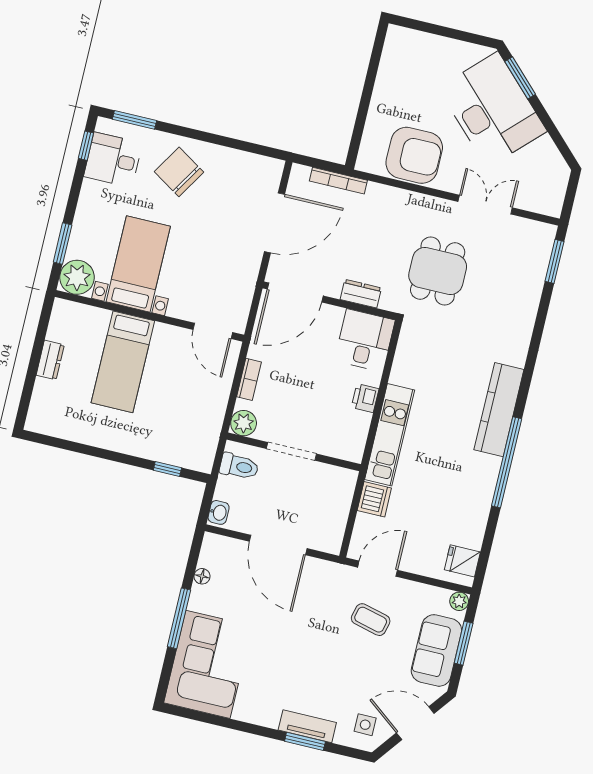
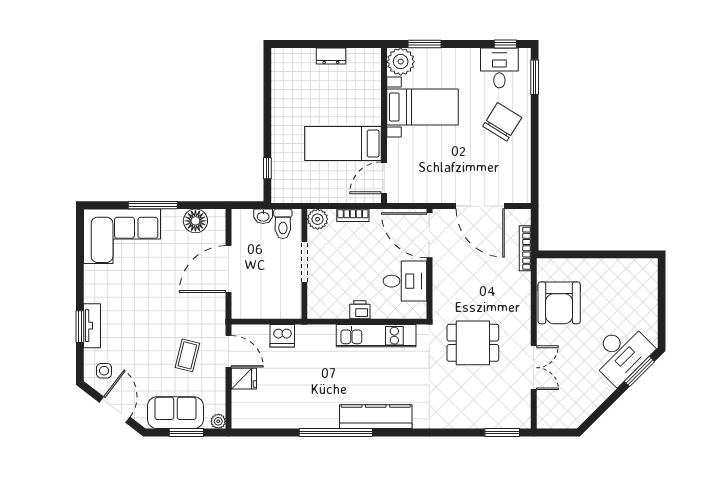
desk: (492, 110) -> (621, 353), width x0.73, depth x0.77
dresser: (361, 294) -> (441, 287), removed
desk: (365, 340) -> (405, 281), moved
bed: (123, 362) -> (343, 144), moved
kitchen unit: (390, 435) -> (376, 336), moved
washbasin: (219, 512) -> (263, 216), moved
fridge: (462, 561) -> (244, 379), moved, turned 90
floor lamp: (202, 576) -> (195, 221), width x1.89, depth x1.89

